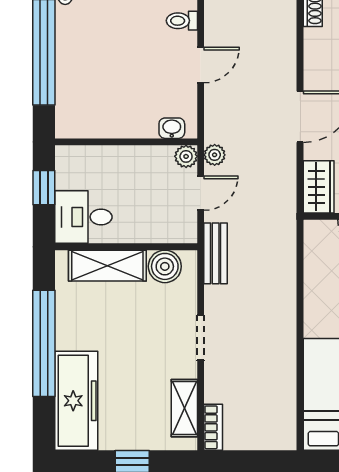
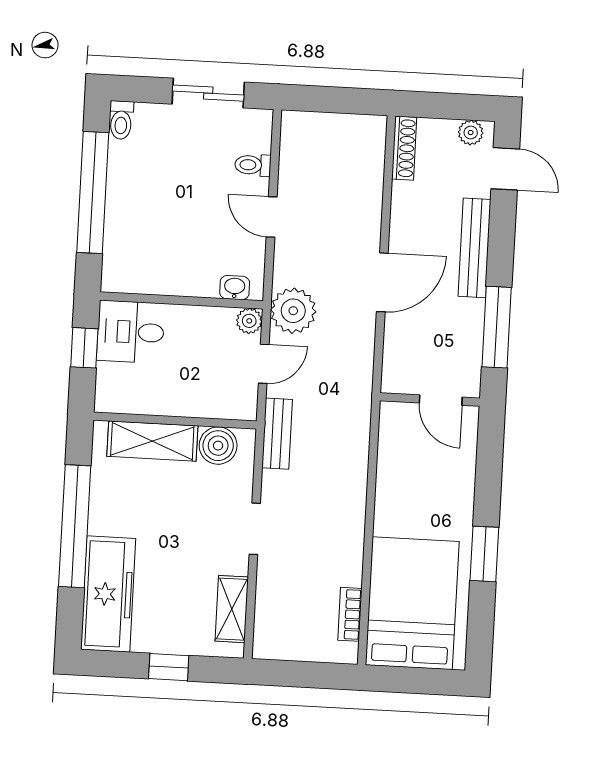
door: (201, 65) -> (272, 217), swing flipped
plant: (215, 155) -> (293, 311), width x1.87, depth x1.87
wardrobe: (319, 187) -> (399, 364), removed
desk: (83, 217) -> (131, 332), moved
bookcase: (213, 427) -> (350, 614), moved, turned 180

